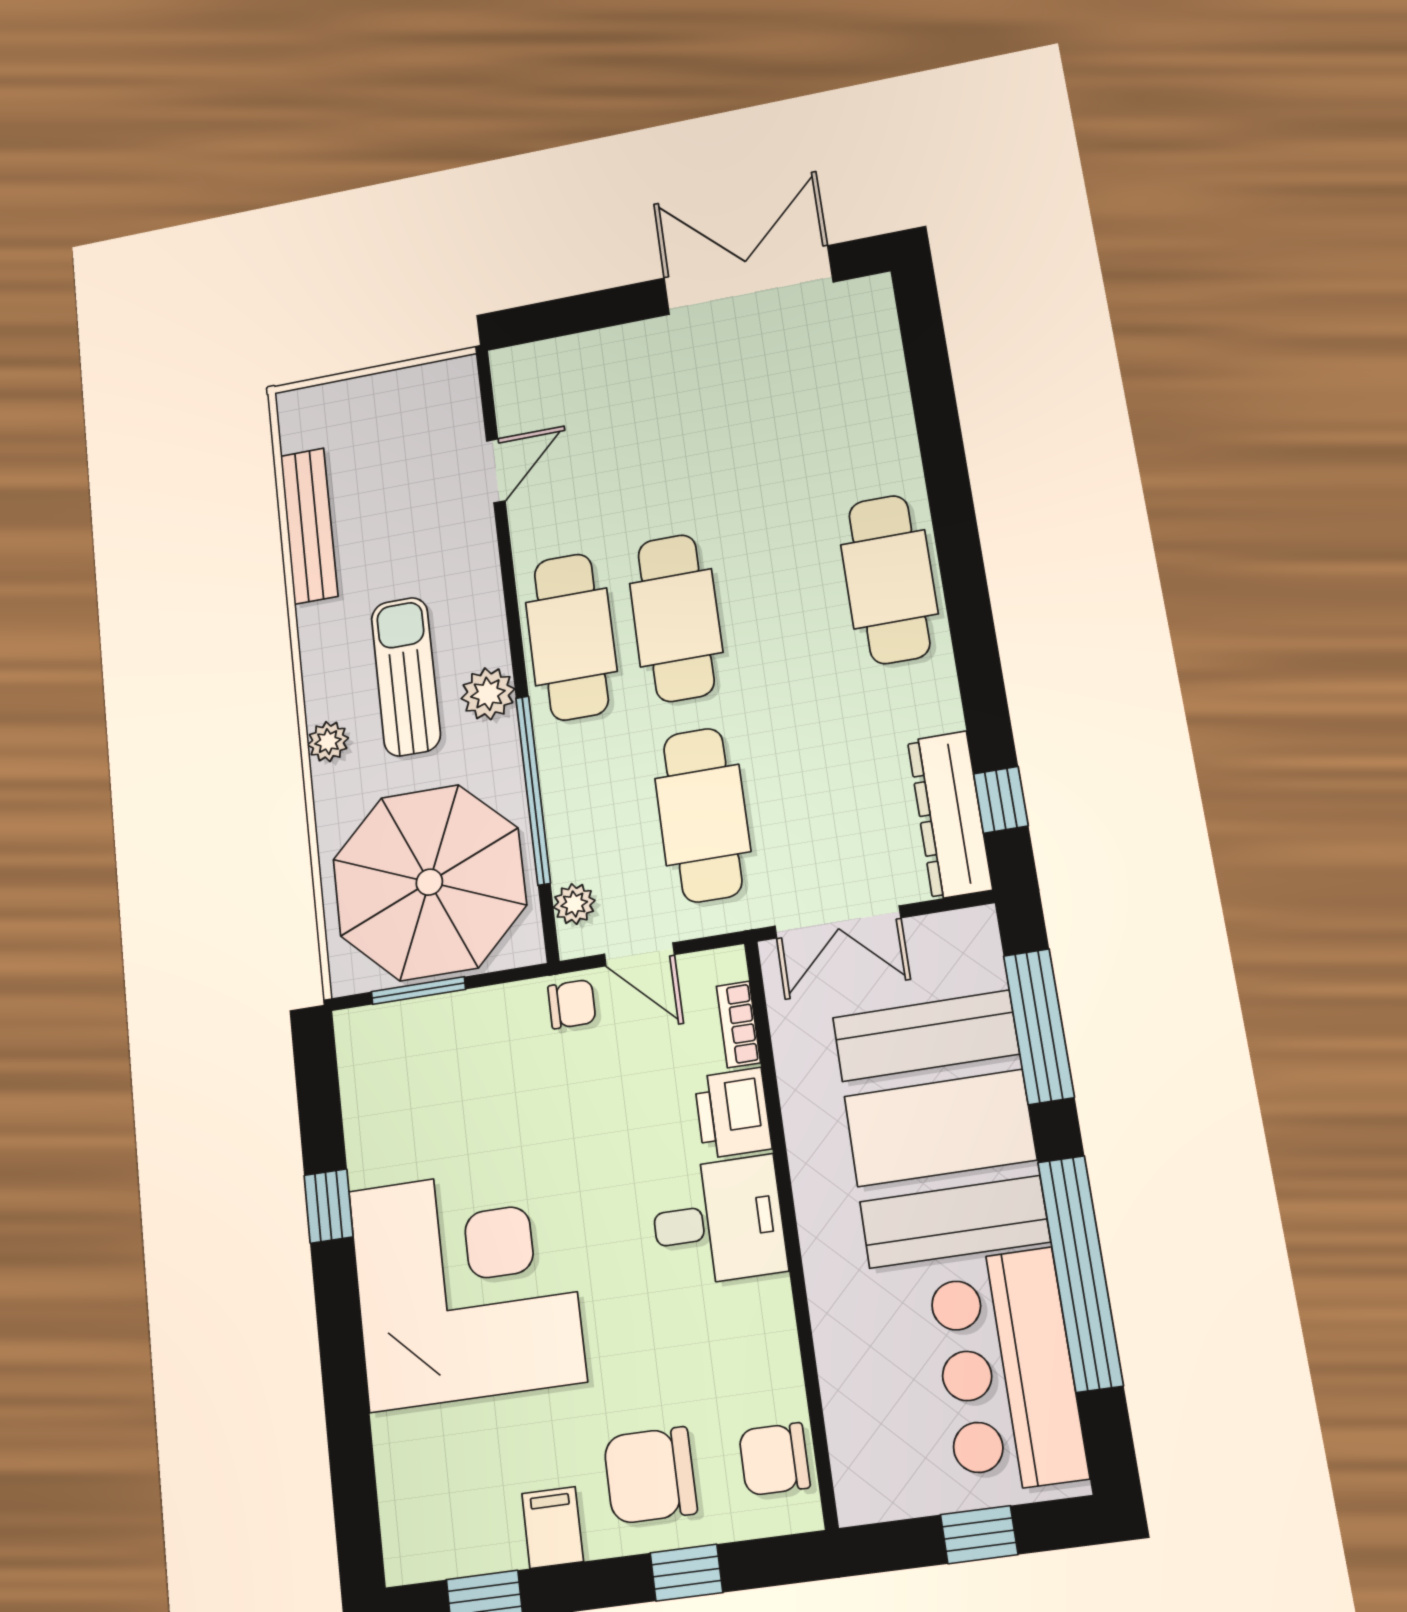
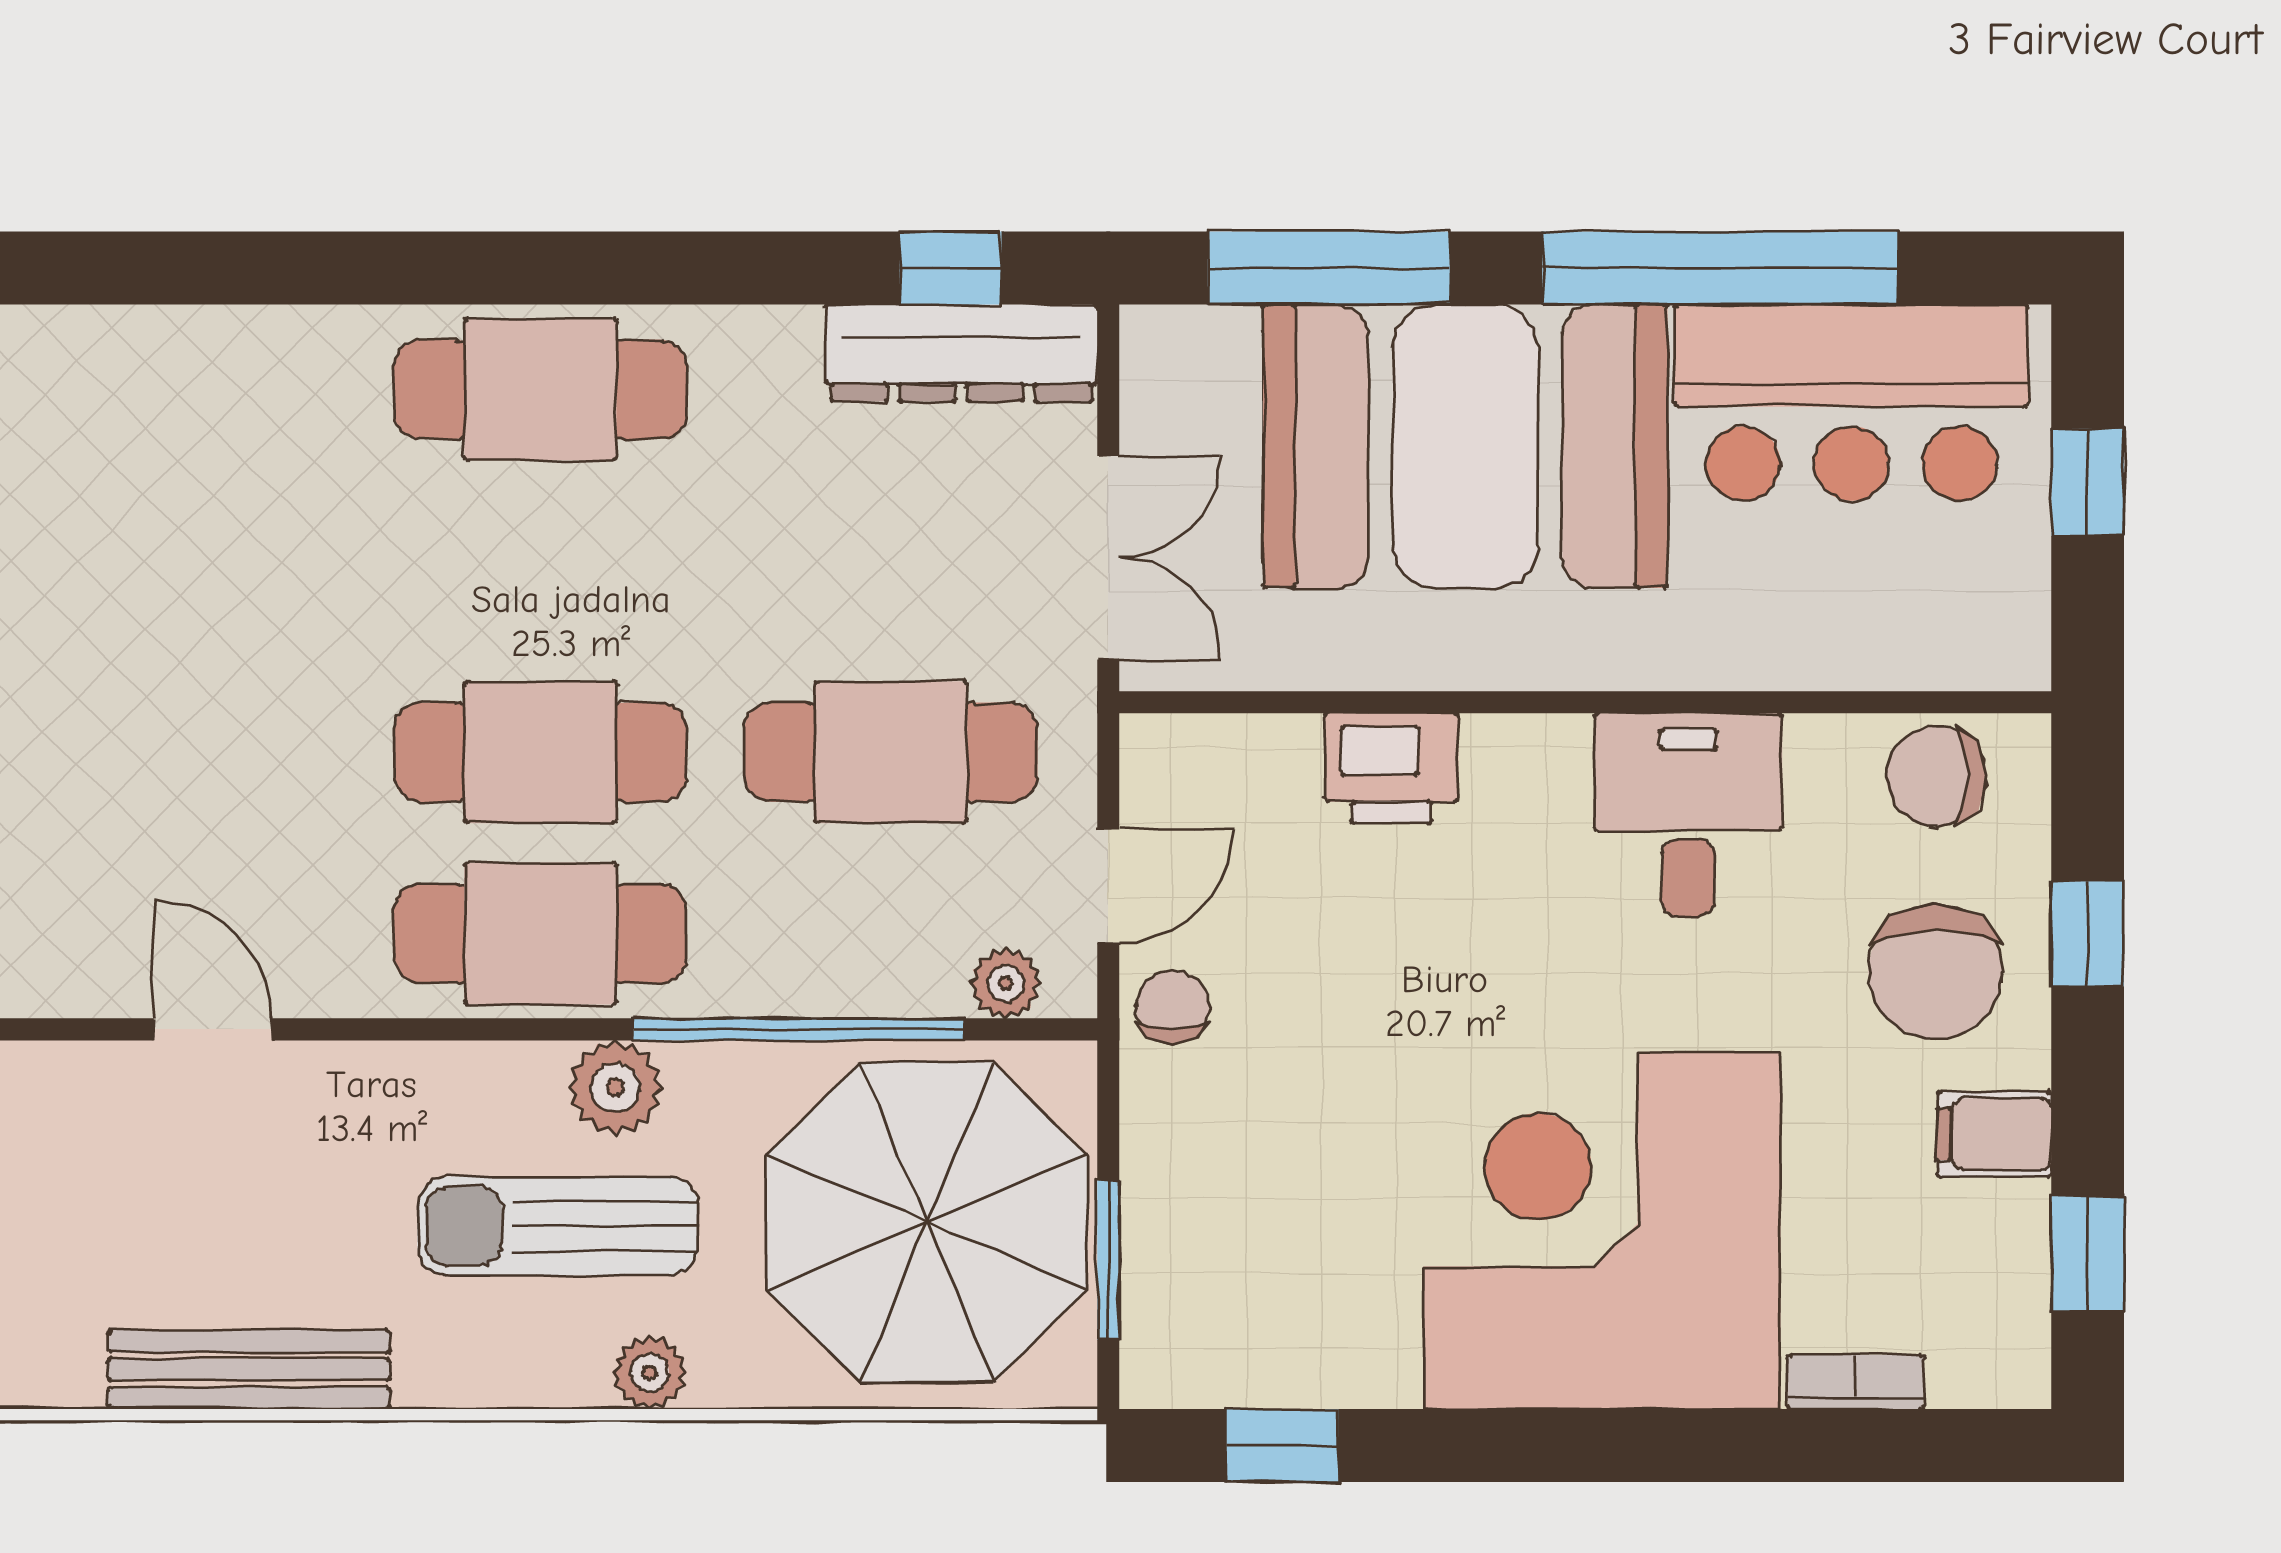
bookcase: (738, 1024) -> (1856, 1382), moved, turned 180
window: (329, 1206) -> (1282, 1445), moved
desk: (718, 1221) -> (1688, 815), moved
chair: (774, 1459) -> (1936, 776), turned 90

